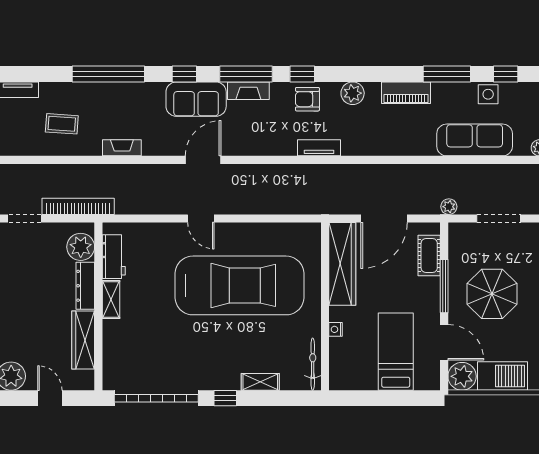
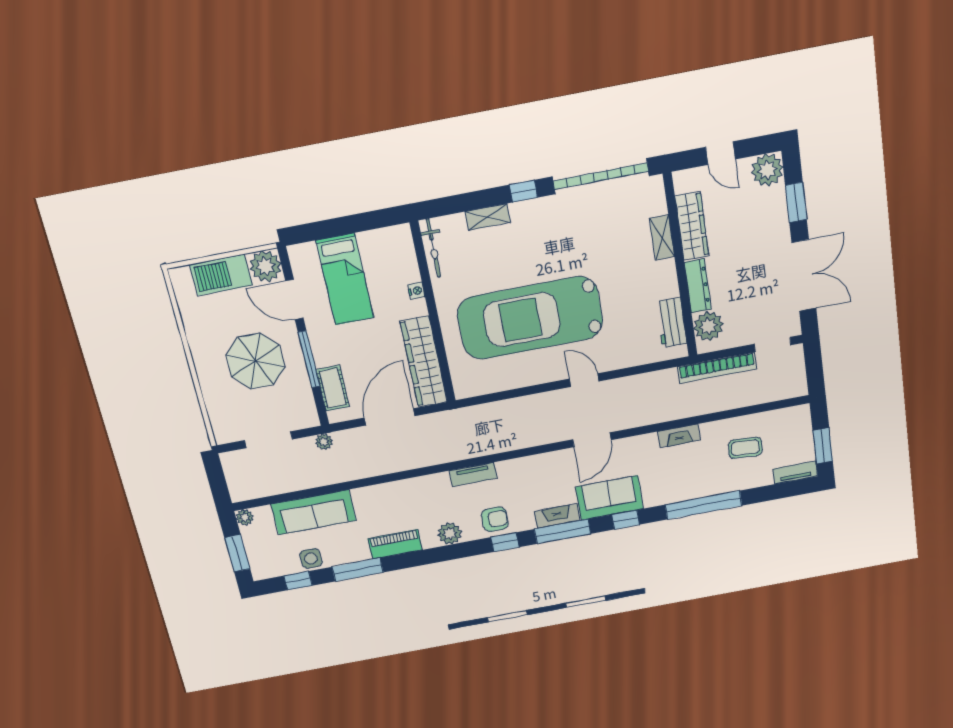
shelving: (111, 299) -> (662, 237), moved

